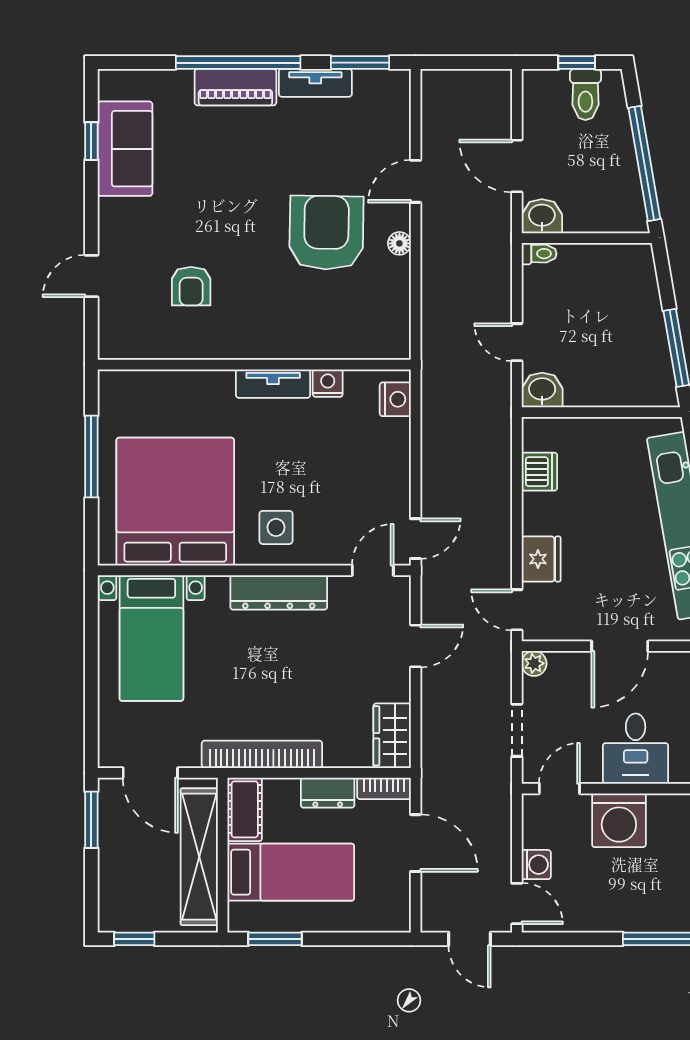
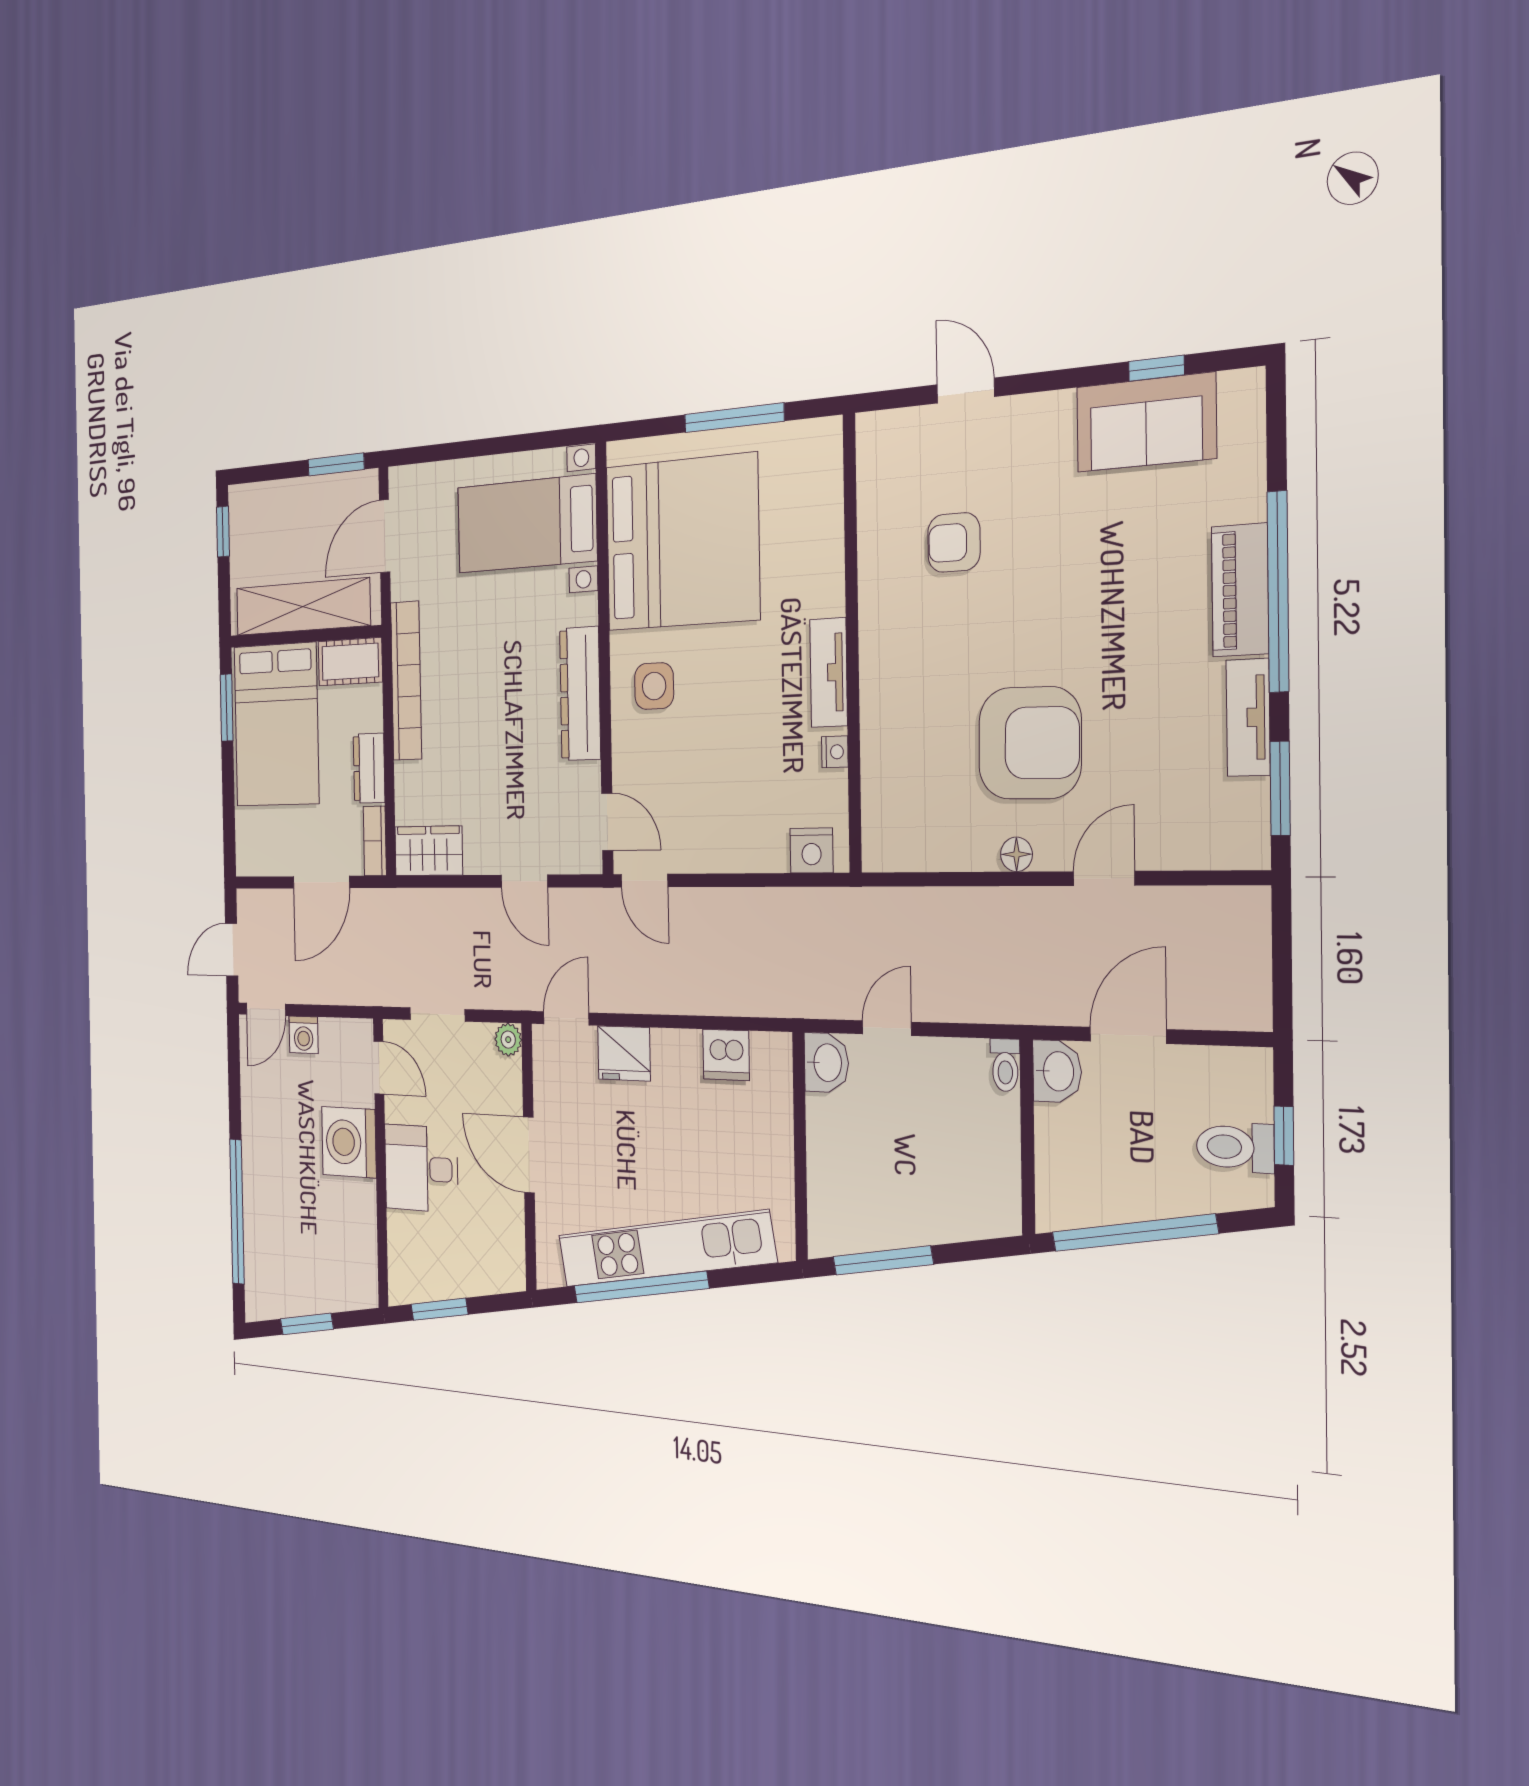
door: (416, 181) -> (1104, 878), hinge flipped
nightstand: (328, 383) -> (835, 752), width x0.72, depth x0.74
bed: (291, 872) -> (276, 725), width x1.50

